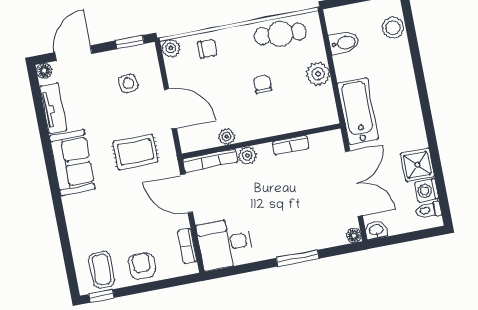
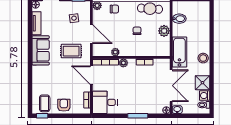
stool: (393, 28) -> (203, 58), moved

